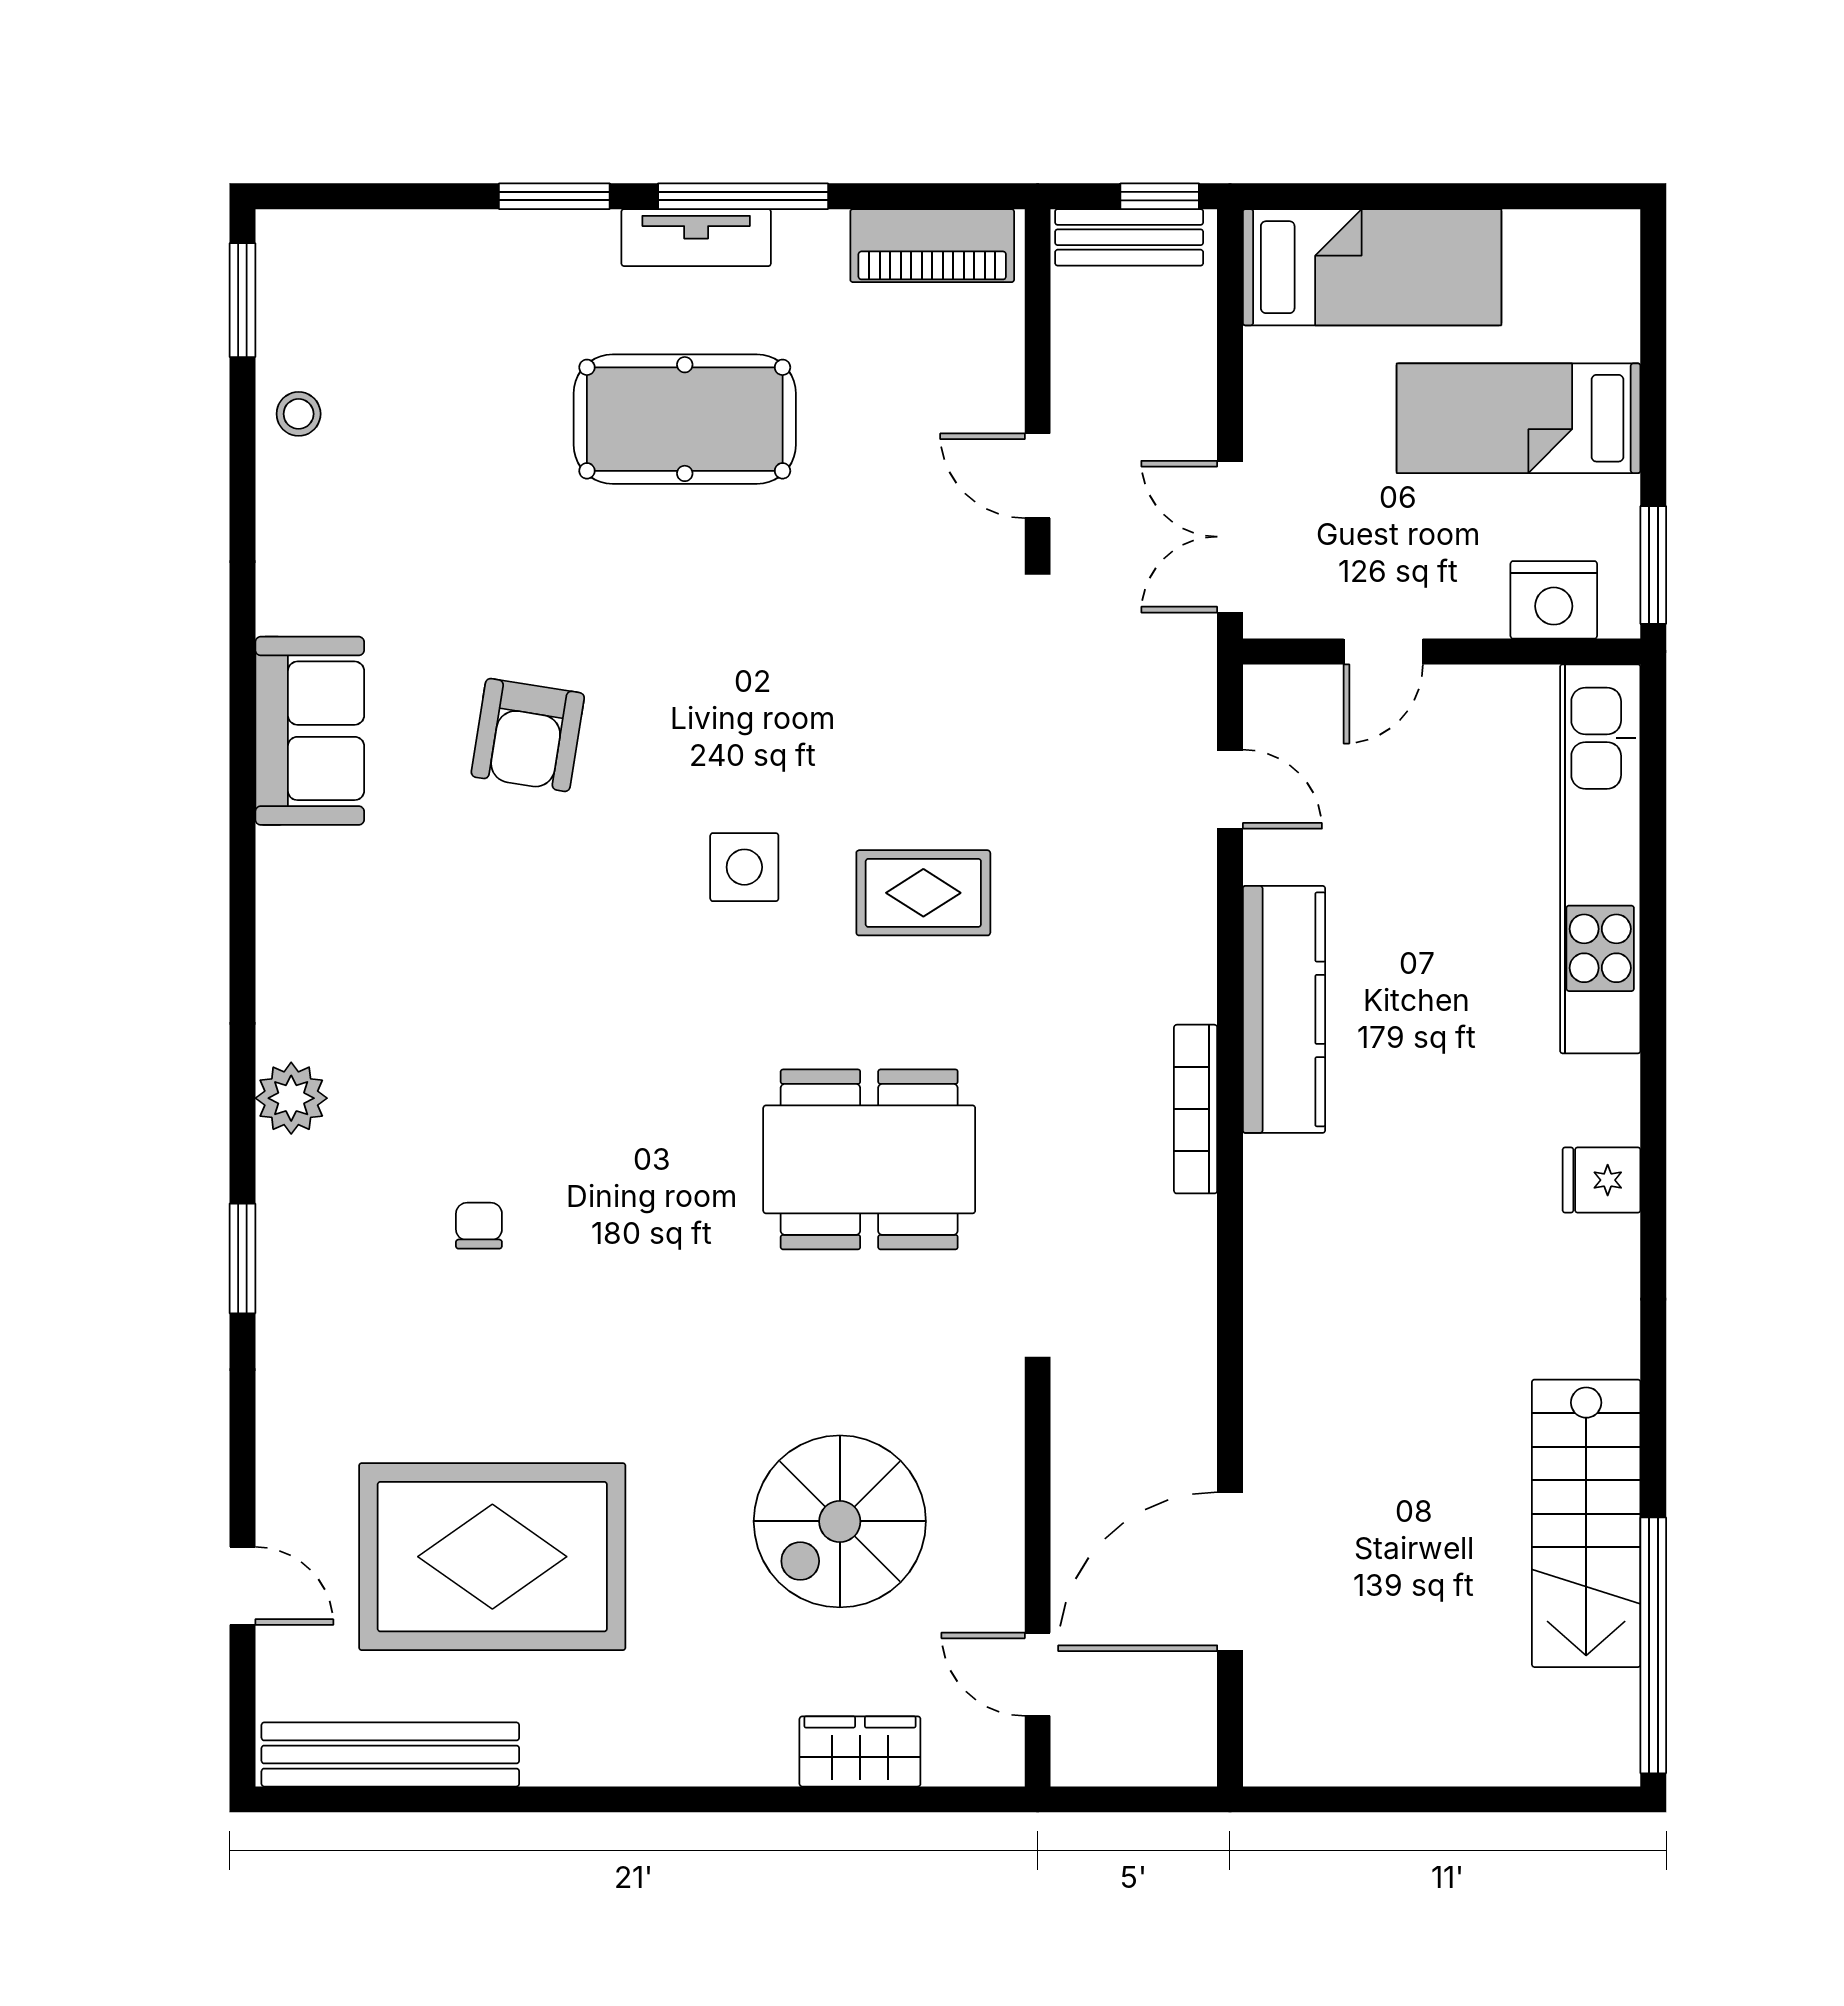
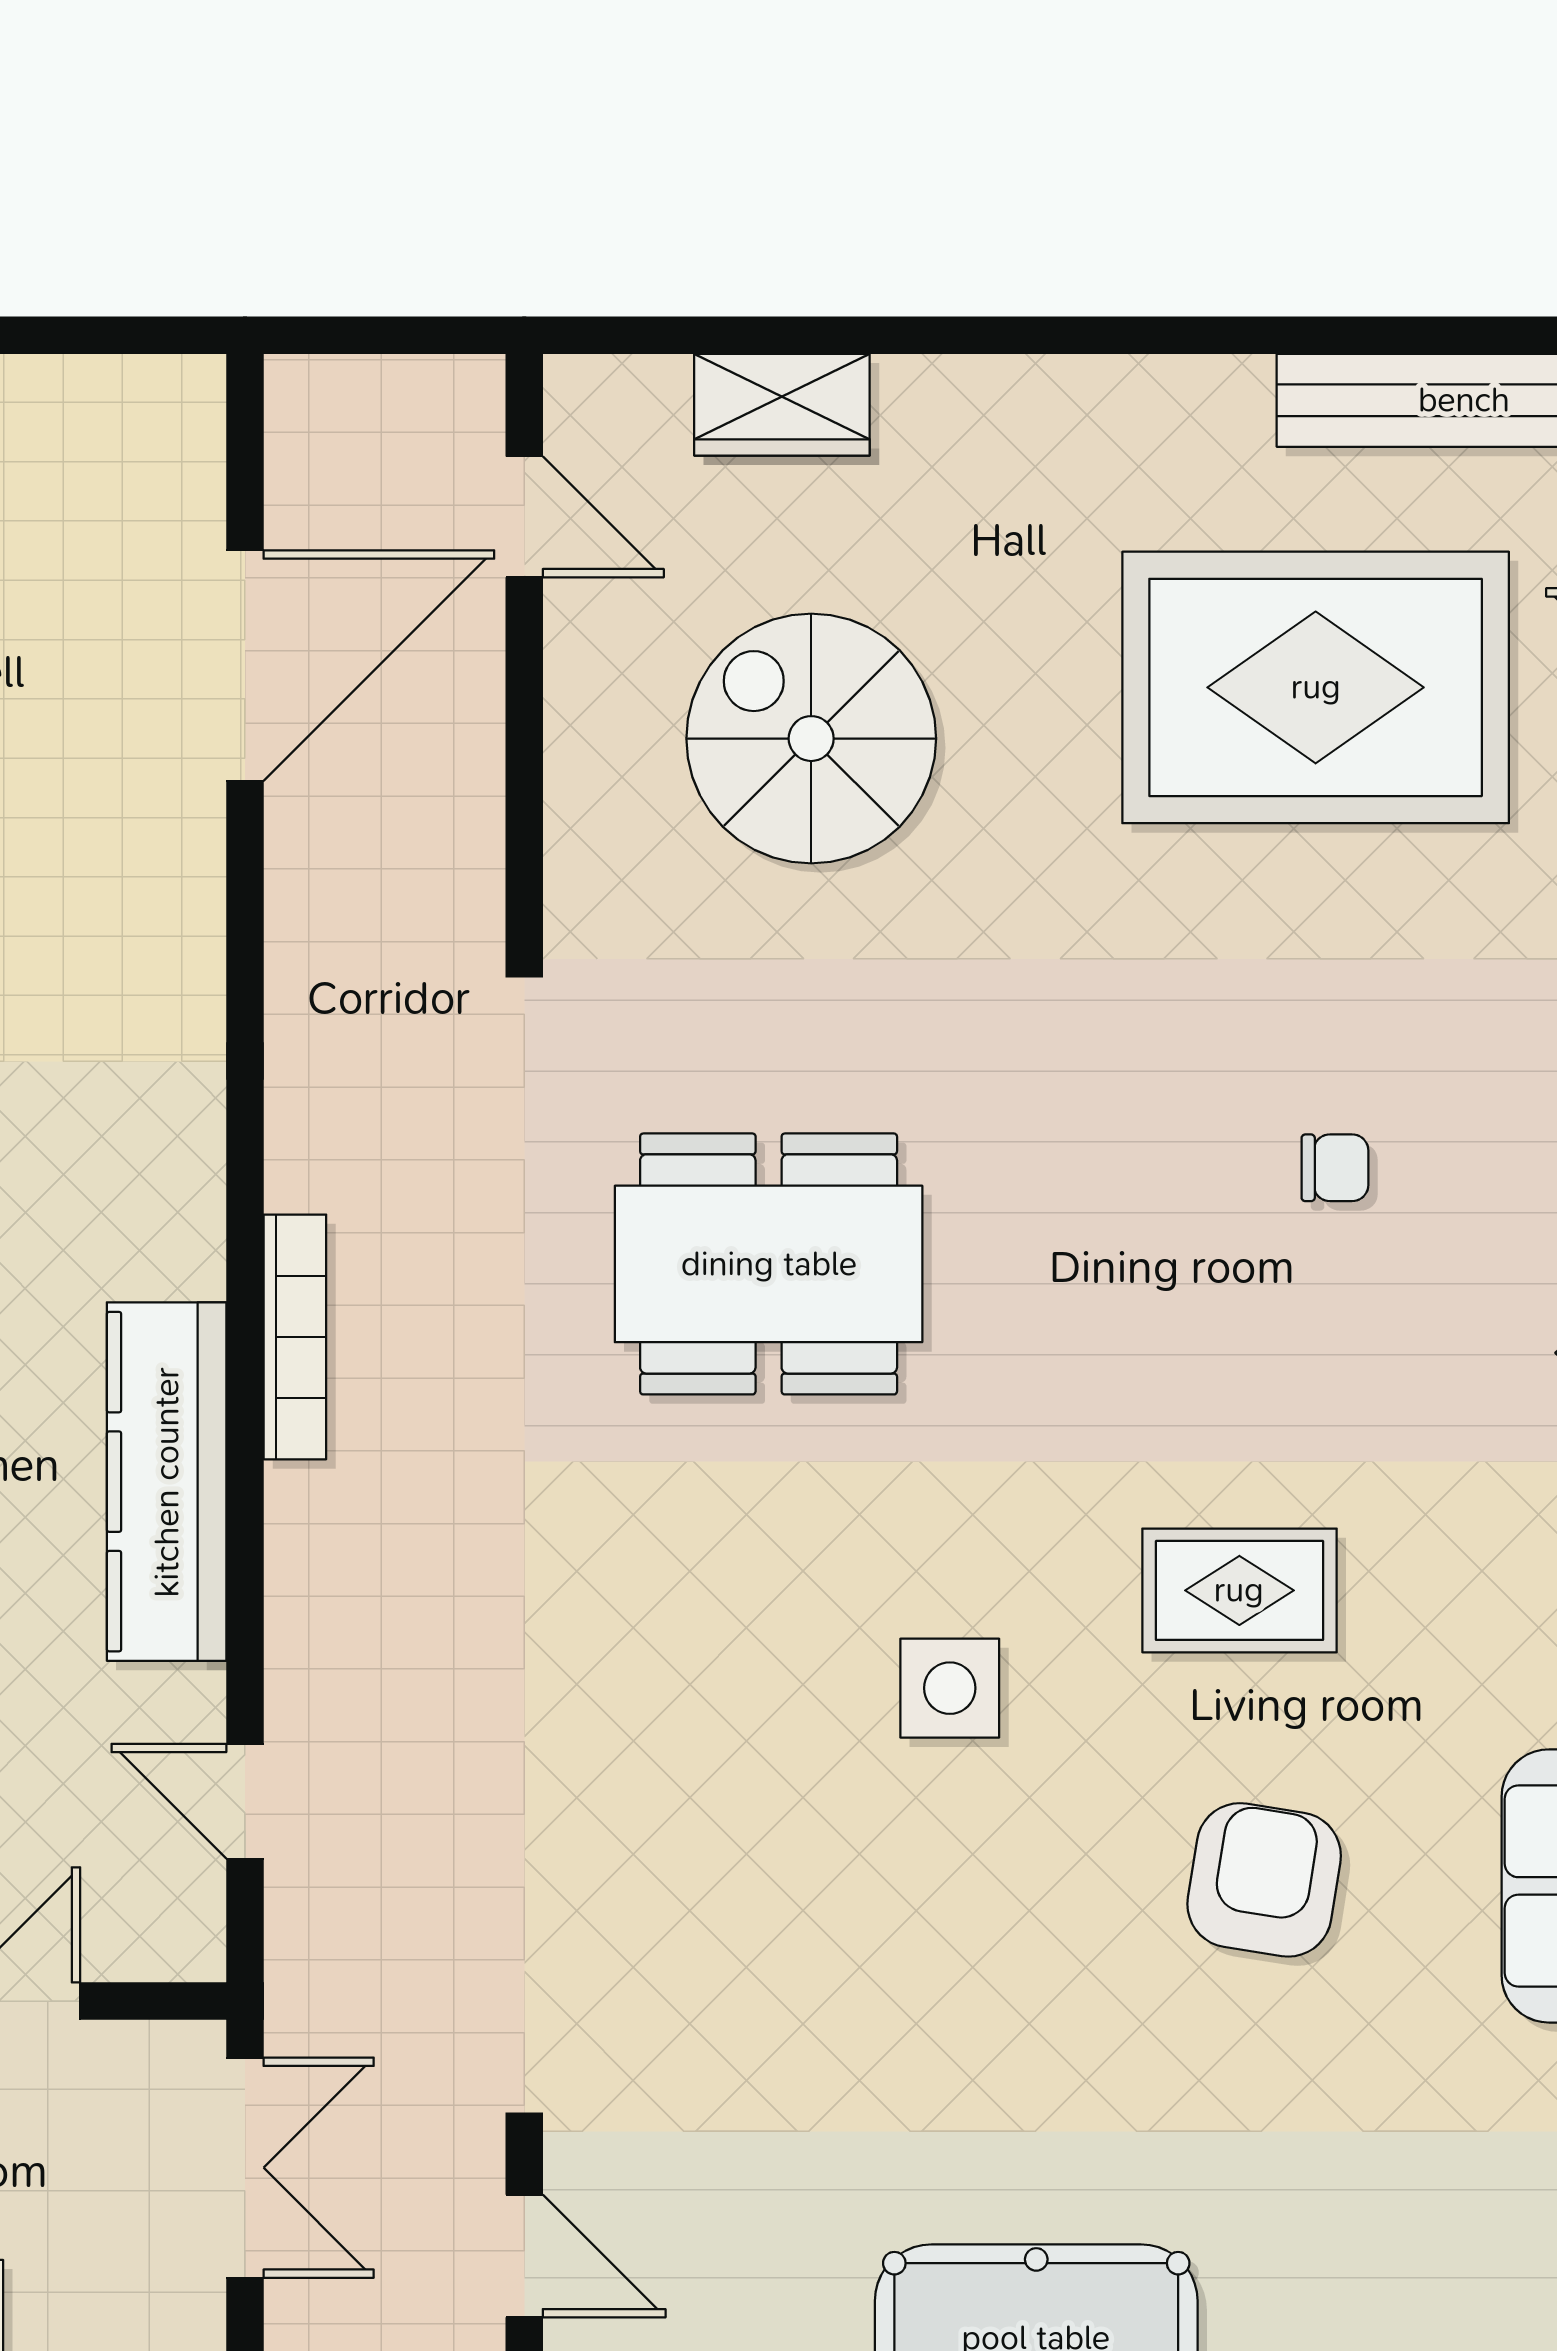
rug: (923, 893) -> (1239, 1590), moved
chair: (479, 1226) -> (1335, 1168), turned -90
spiral stairs: (840, 1521) -> (811, 739), turned -90

